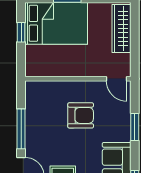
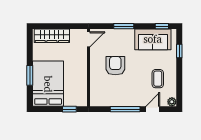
window: (21, 32) -> (69, 109), moved

